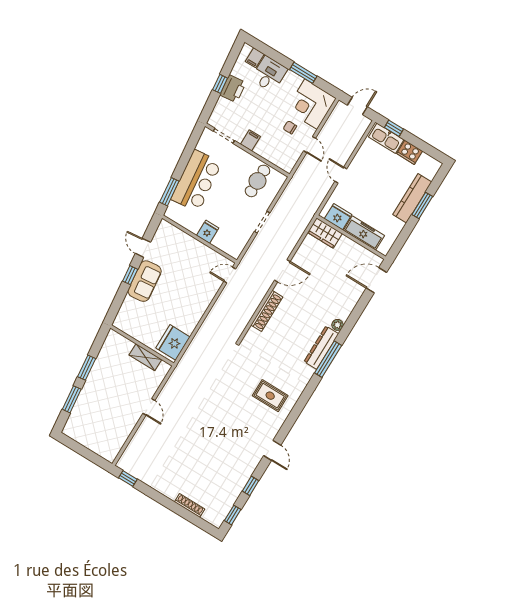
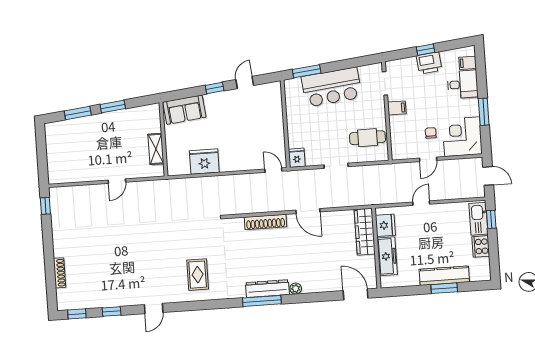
fridge: (208, 232) -> (297, 158), moved, turned -90
wardrobe: (325, 233) -> (365, 232), width x1.50
sofa: (145, 281) -> (184, 110), moved
fridge: (173, 342) -> (204, 162), moved

